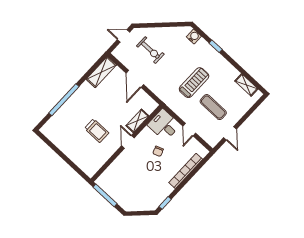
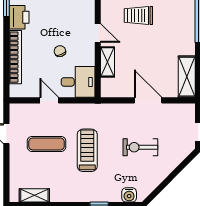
exercise bike: (150, 50) -> (140, 147), moved
treadmill: (194, 83) -> (87, 150), turned 180
printer: (163, 191) -> (19, 17), added

